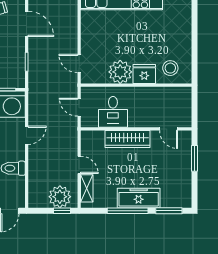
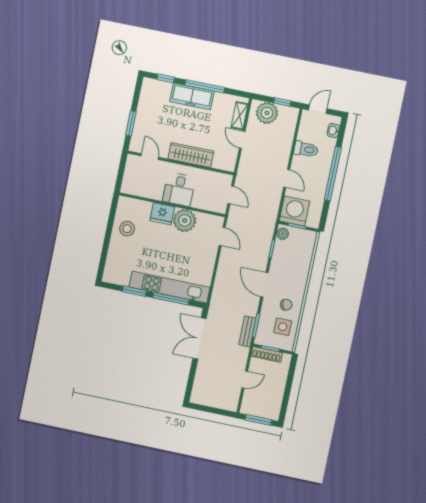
stool: (170, 68) -> (127, 229), moved
plant: (19, 79) -> (283, 234), added
desk: (113, 112) -> (179, 189), moved, turned 180
door: (27, 135) -> (287, 178), swing flipped
window: (62, 211) -> (282, 102), moved
window: (169, 211) -> (166, 78), width x0.67

